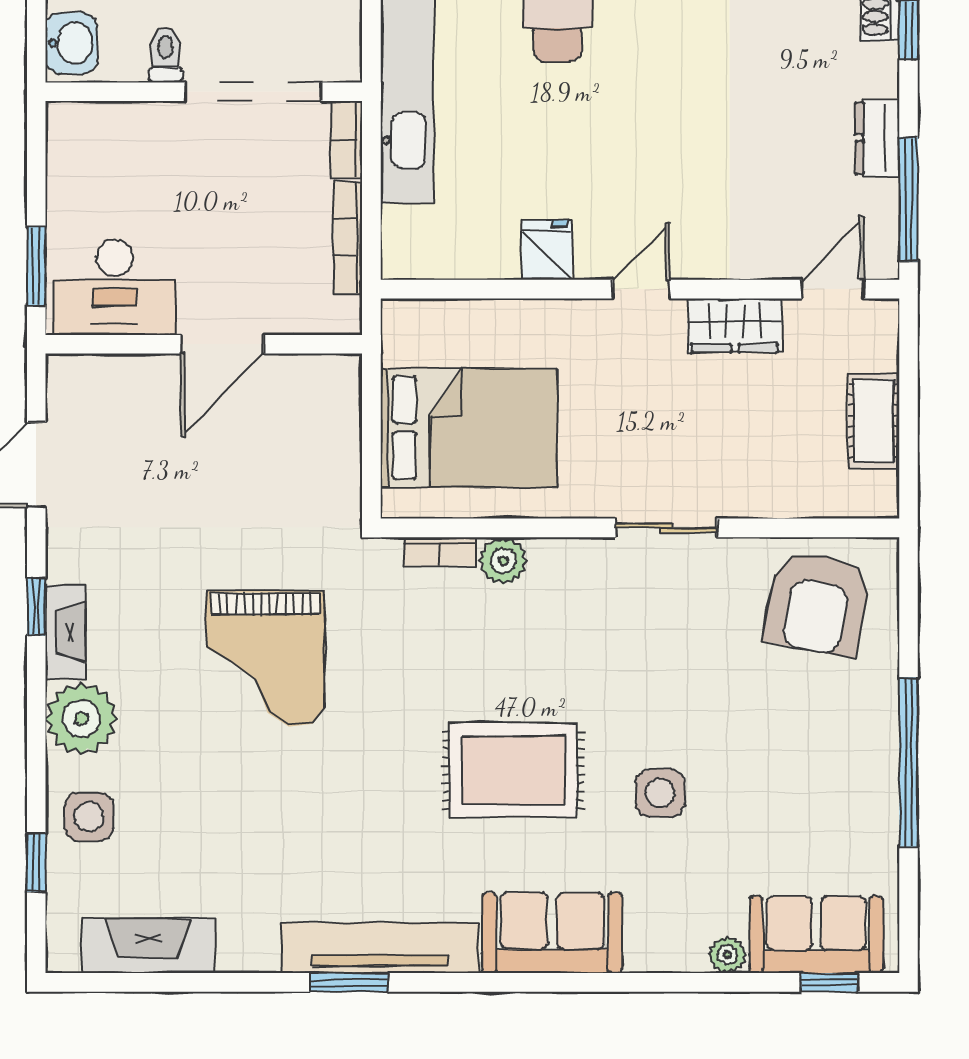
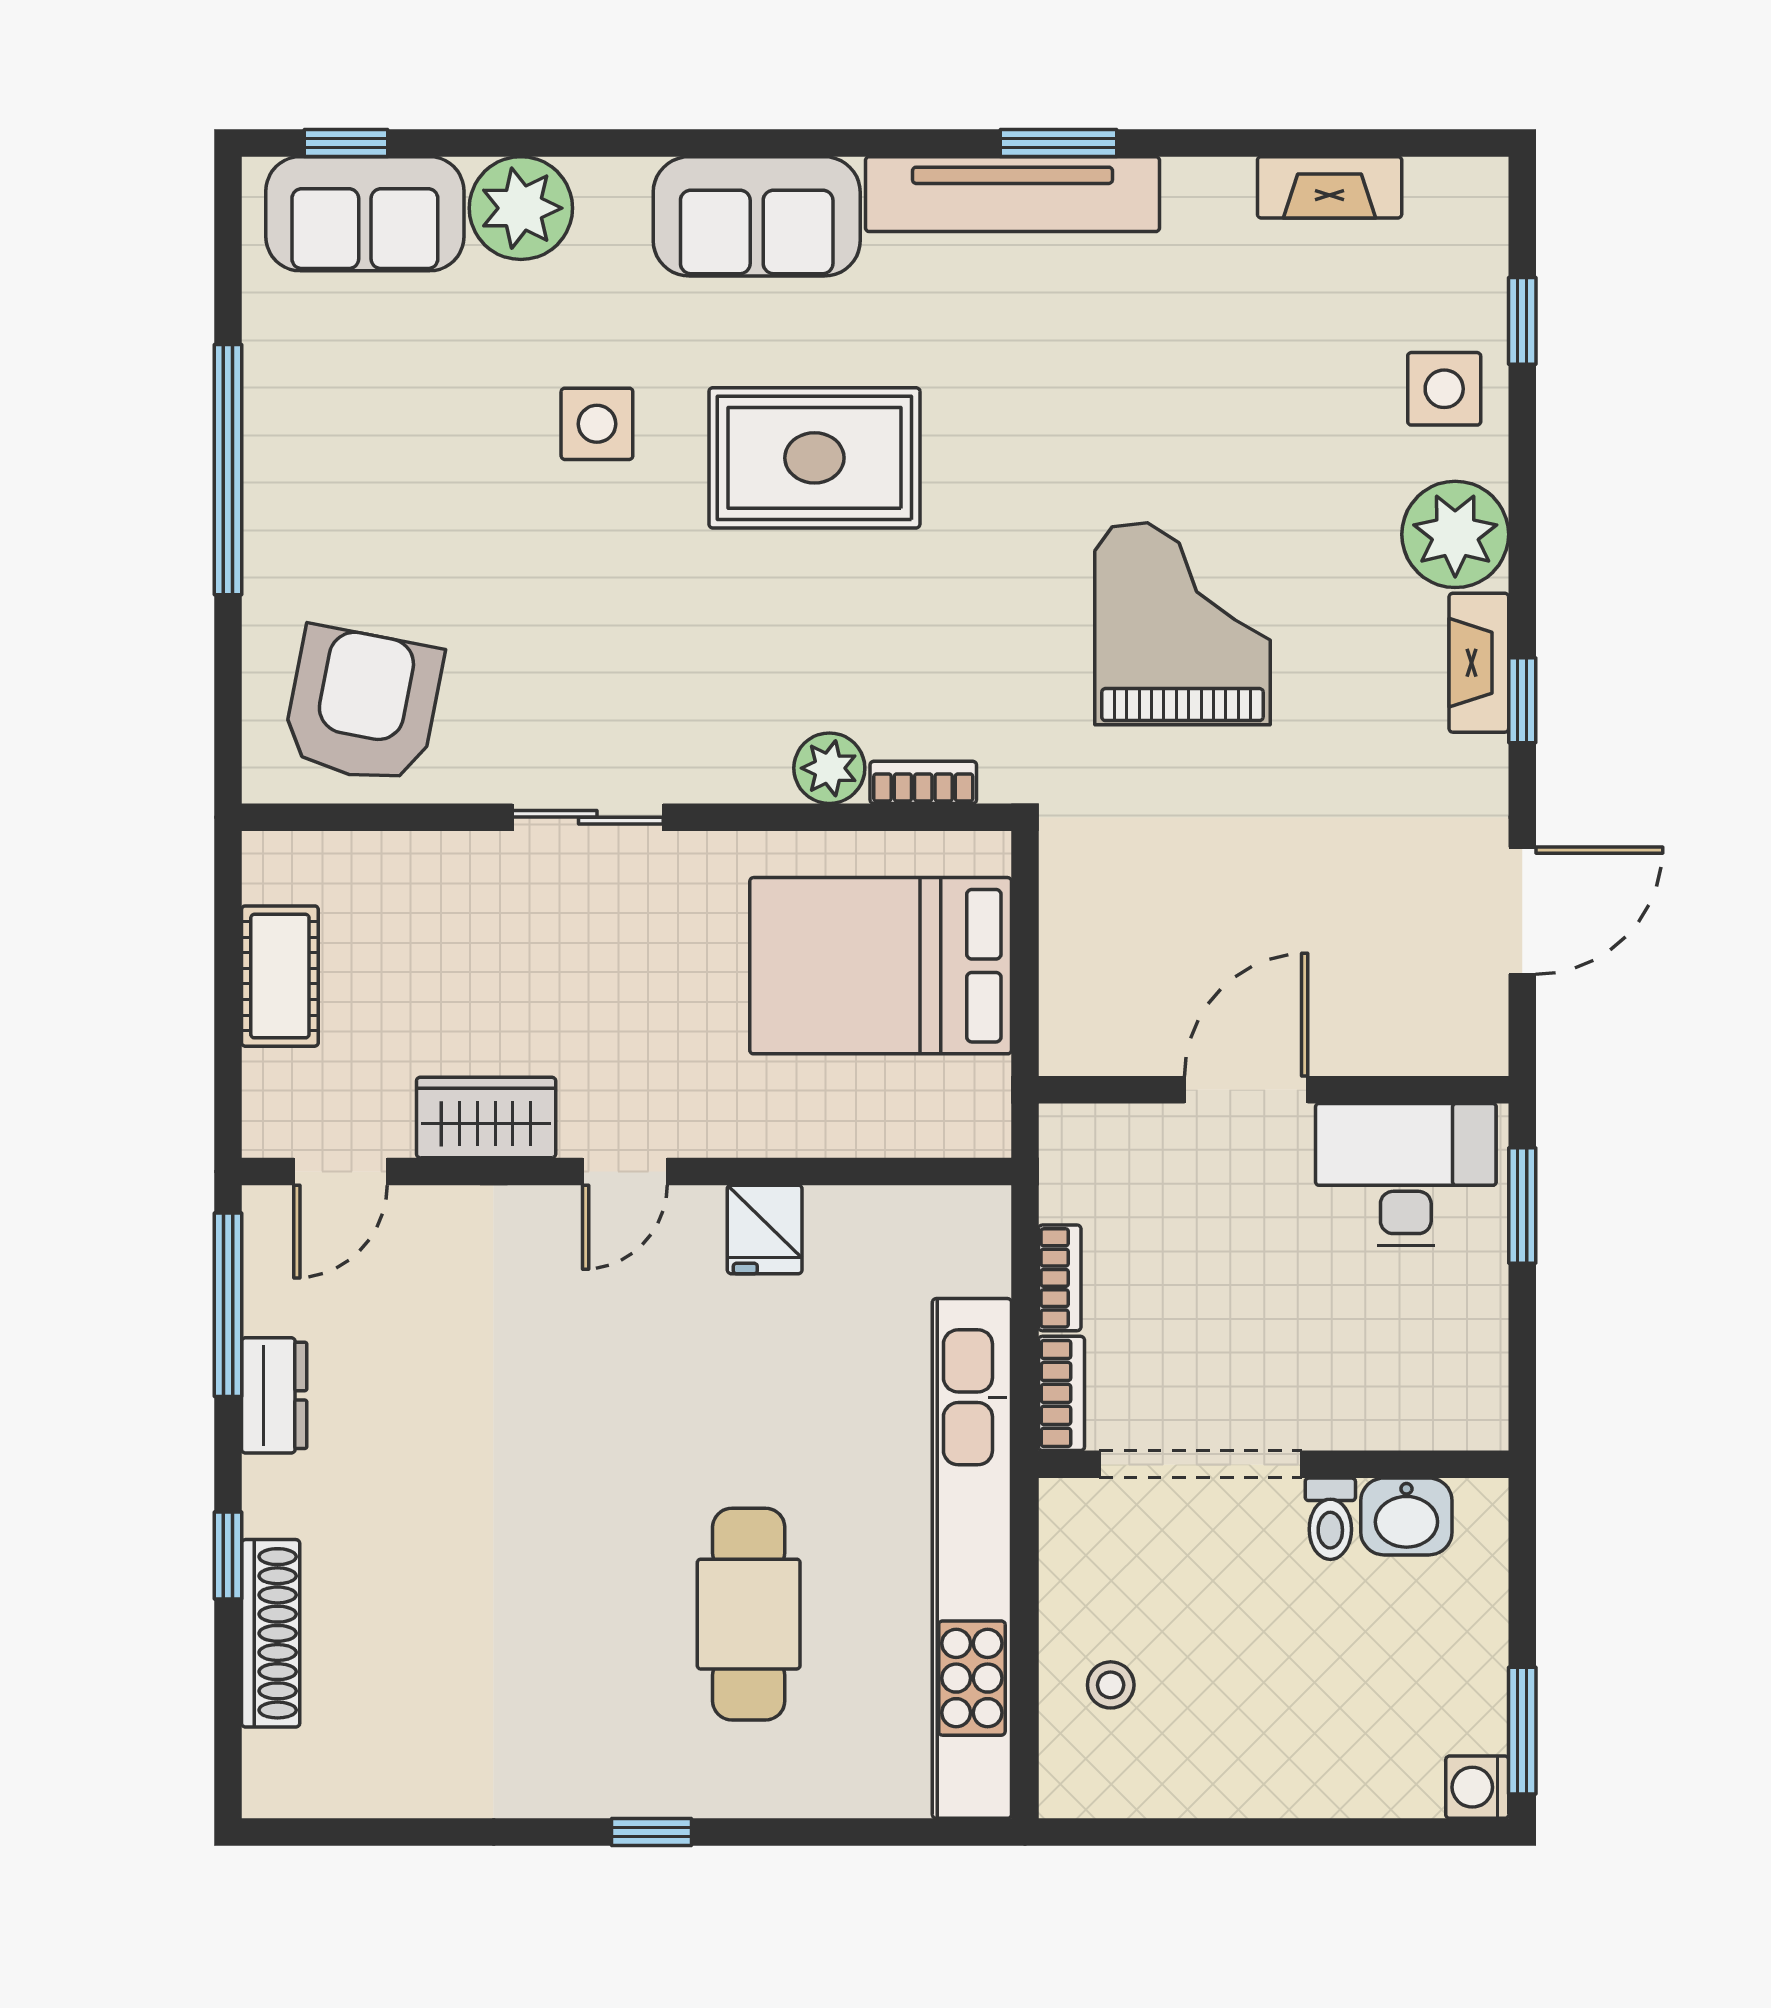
washbasin: (71, 43) -> (1406, 1516), moved, turned -90
bookcase: (348, 237) -> (1060, 1278), width x0.64
fireplace: (148, 946) -> (1330, 187), width x0.73, depth x0.76
plant: (727, 955) -> (521, 208), width x1.88, depth x1.88

